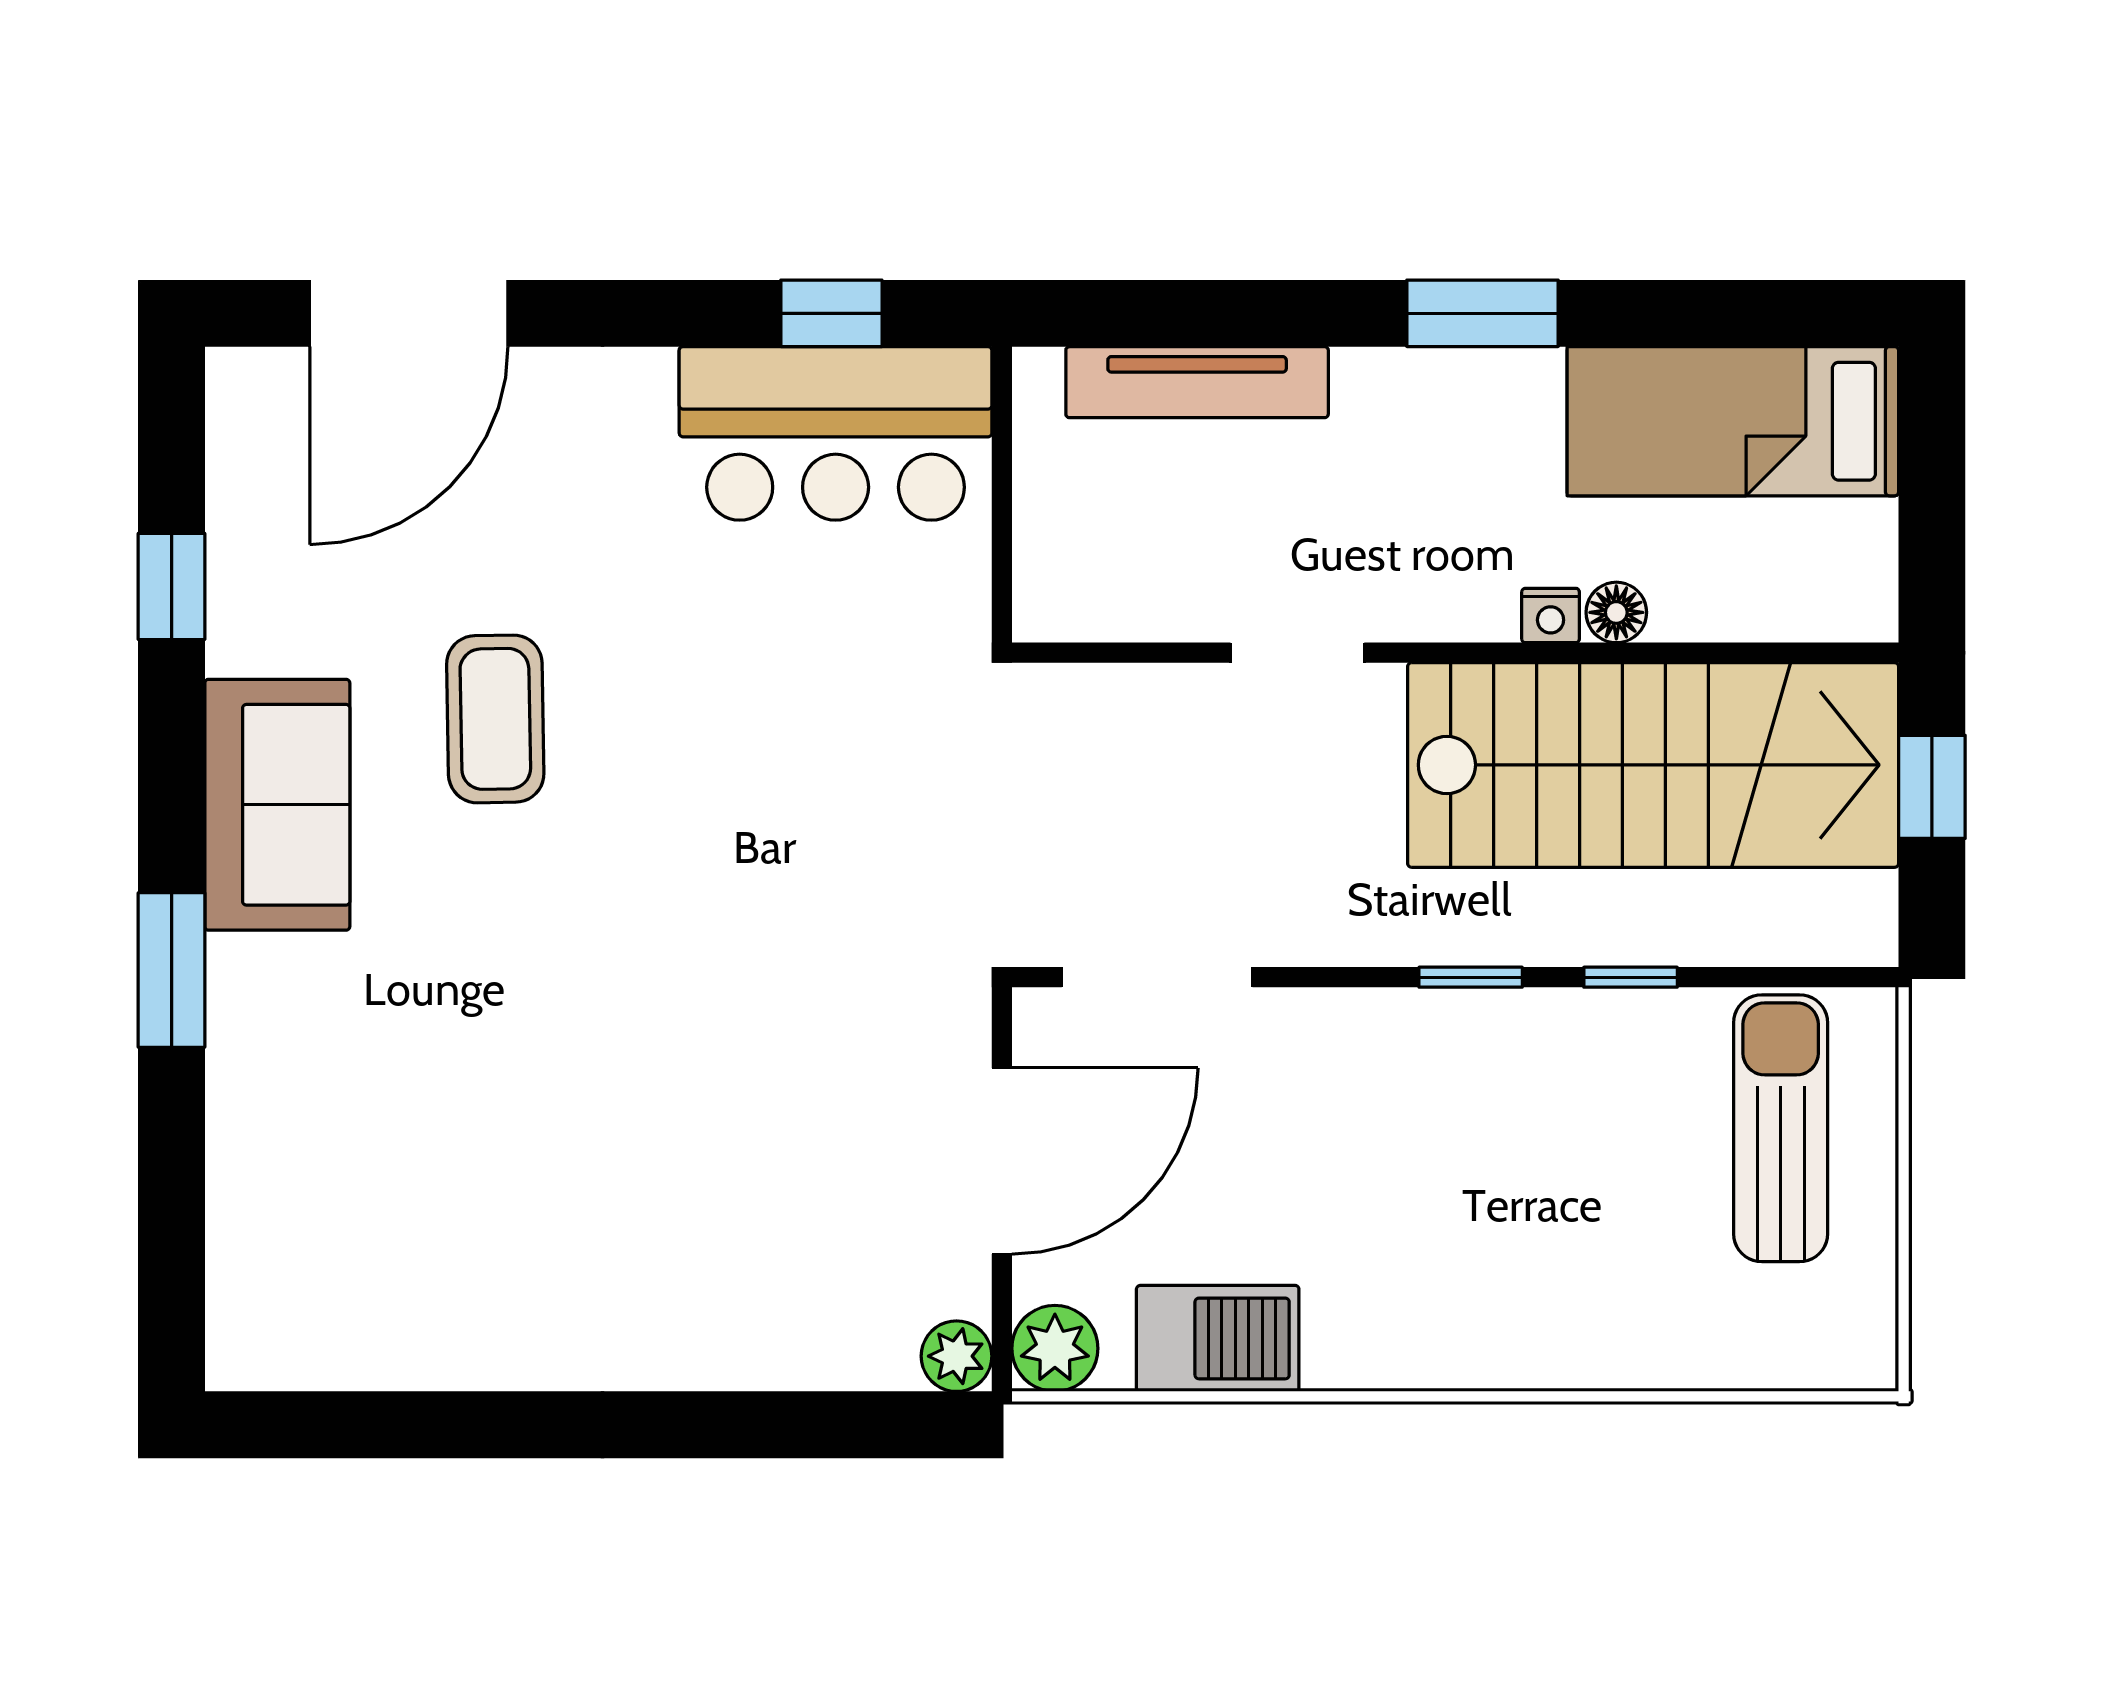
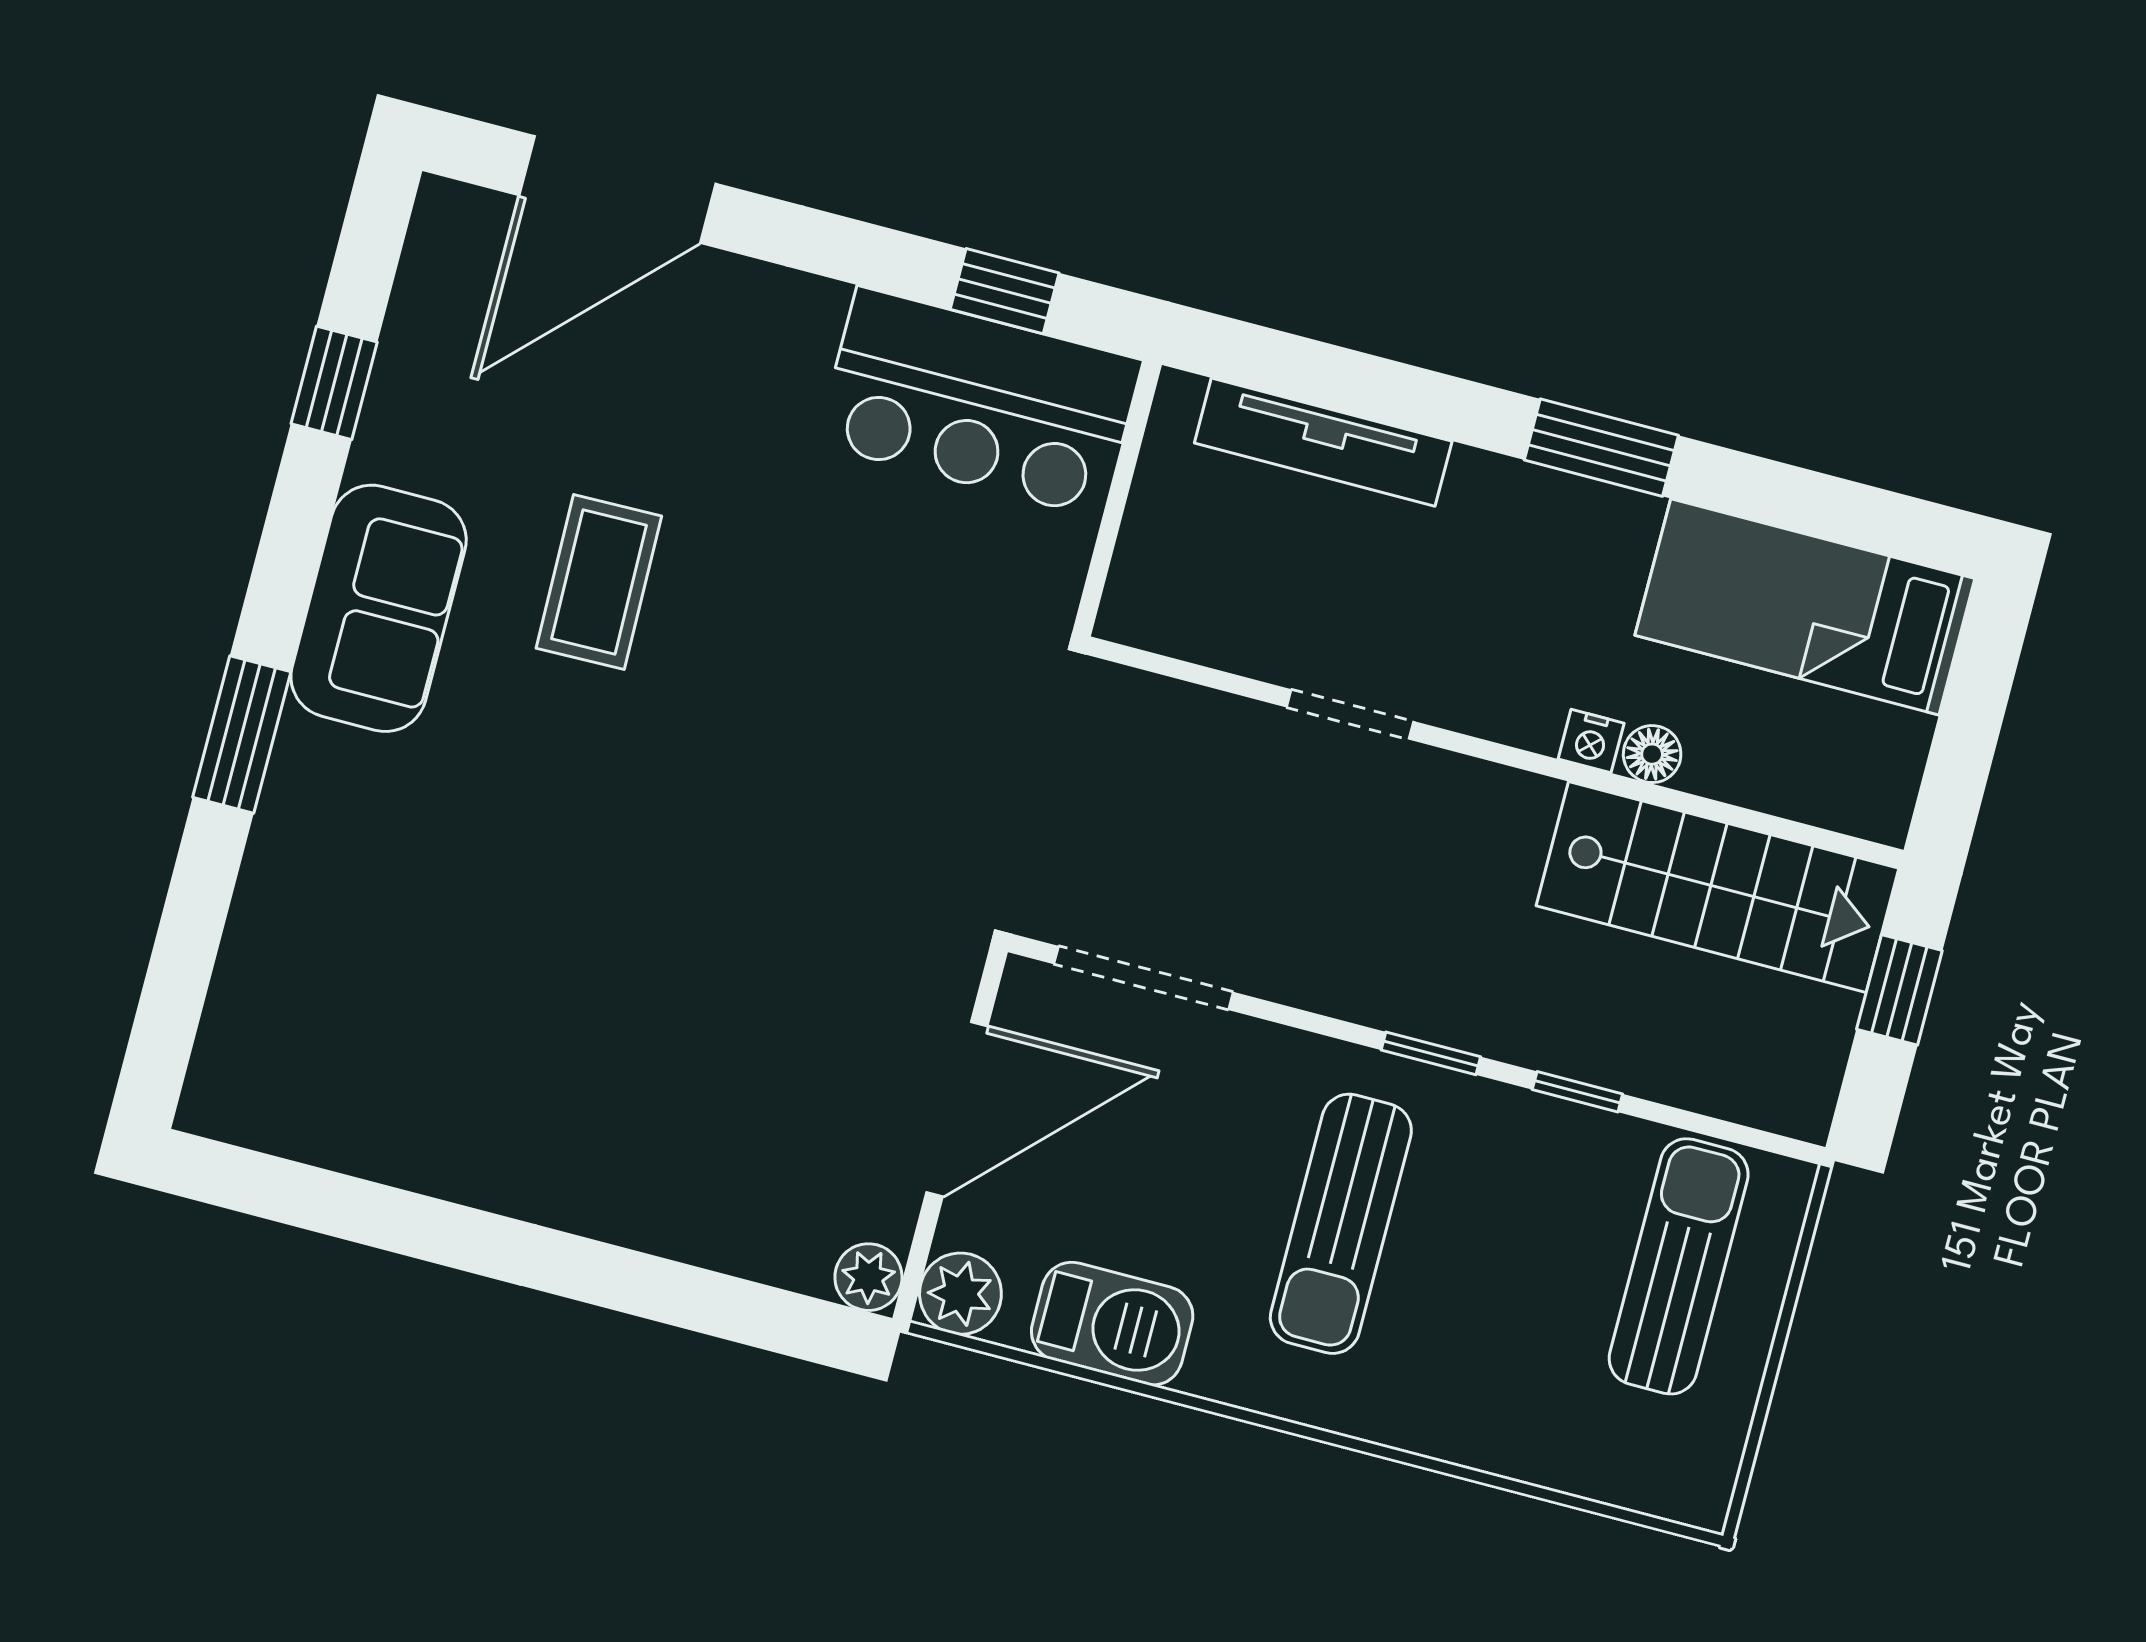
stairs: (1653, 765) -> (1717, 887), width x0.73, depth x0.66
sun lounger: (1424, 1175) -> (1341, 1224), added

